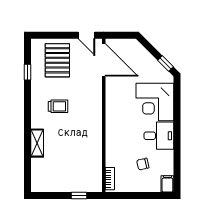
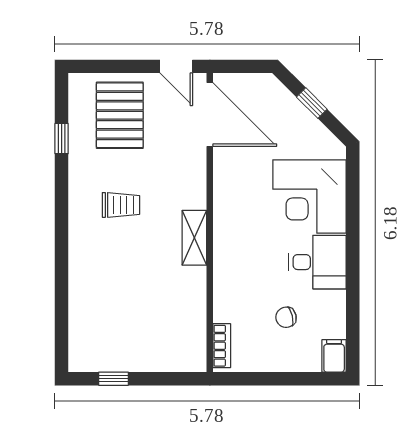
window: (165, 63) -> (312, 103), moved
shelving: (37, 143) -> (194, 238), moved
window: (79, 196) -> (114, 379), moved

